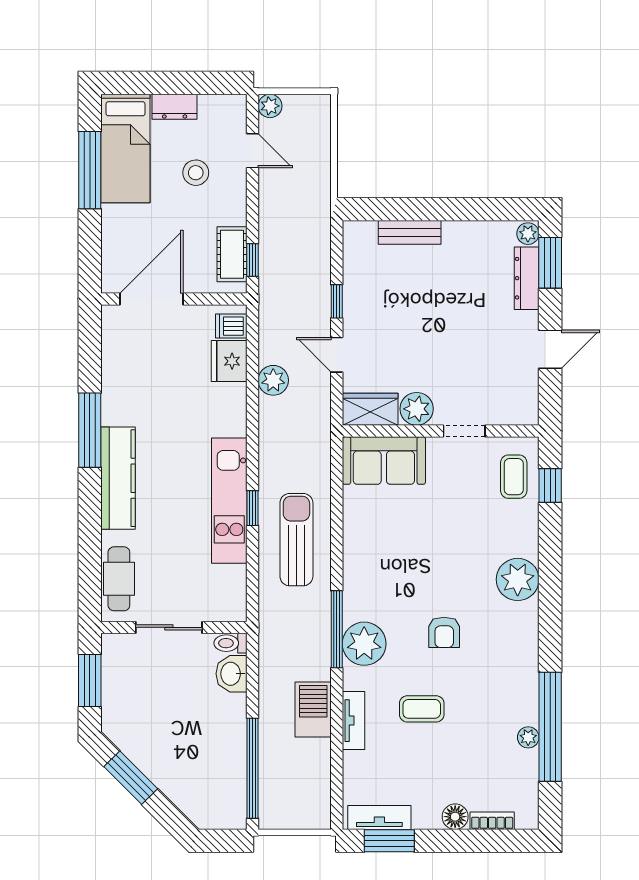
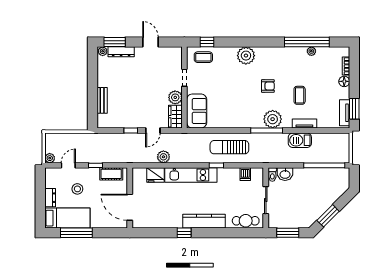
window: (253, 260) -> (96, 165), moved
dishwasher: (231, 326) -> (245, 174), moved
window: (90, 430) -> (184, 233), width x0.46
kitchen unit: (229, 501) -> (191, 175), moved

